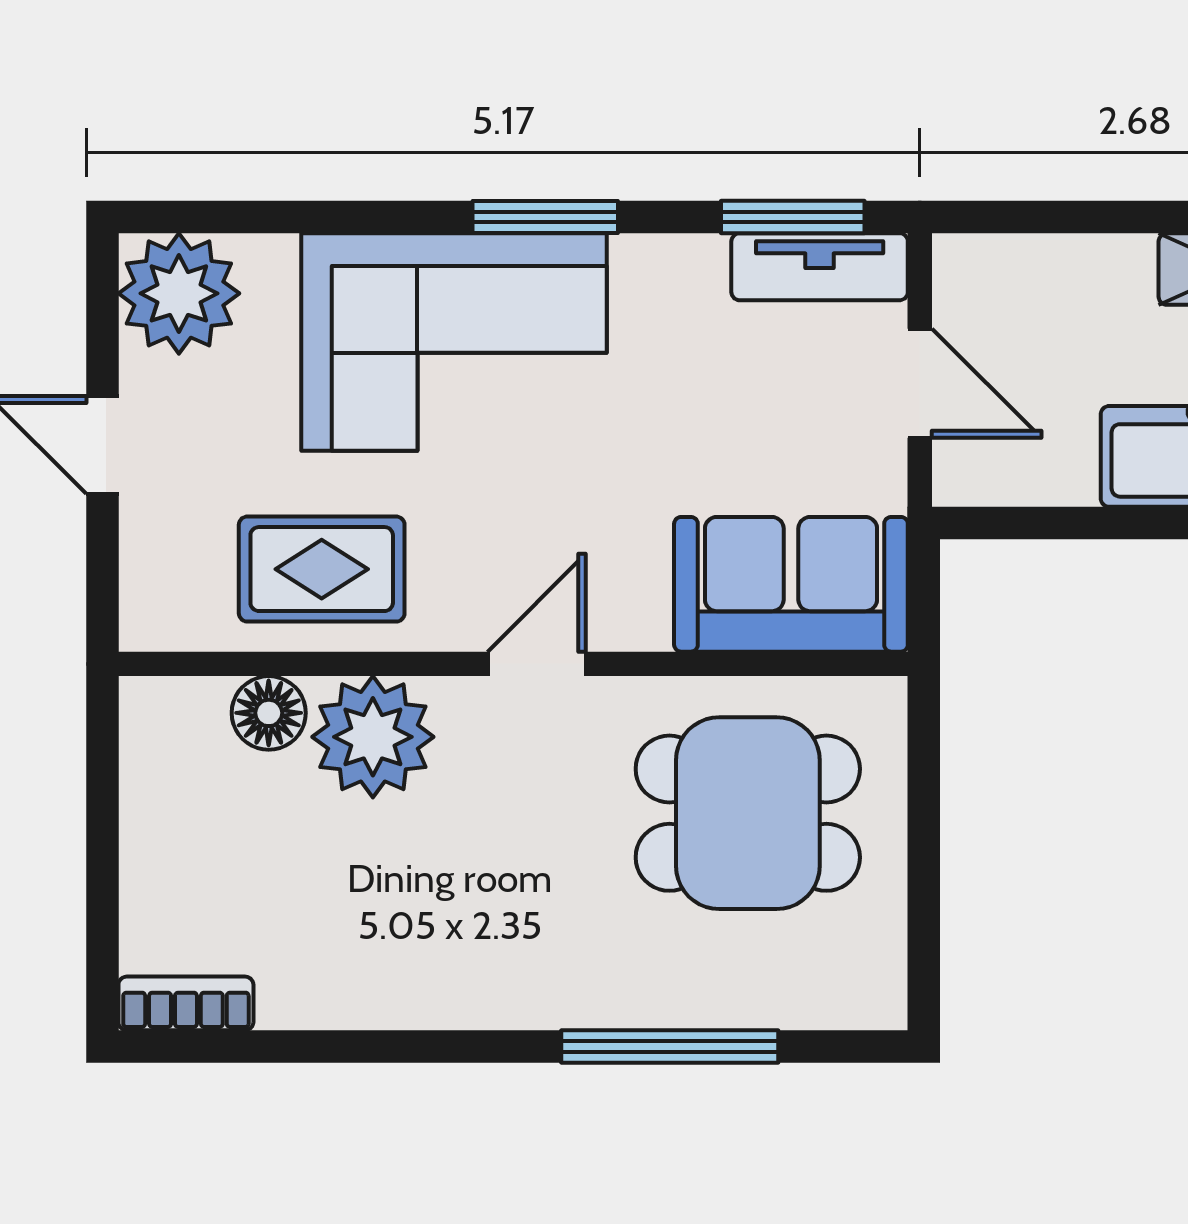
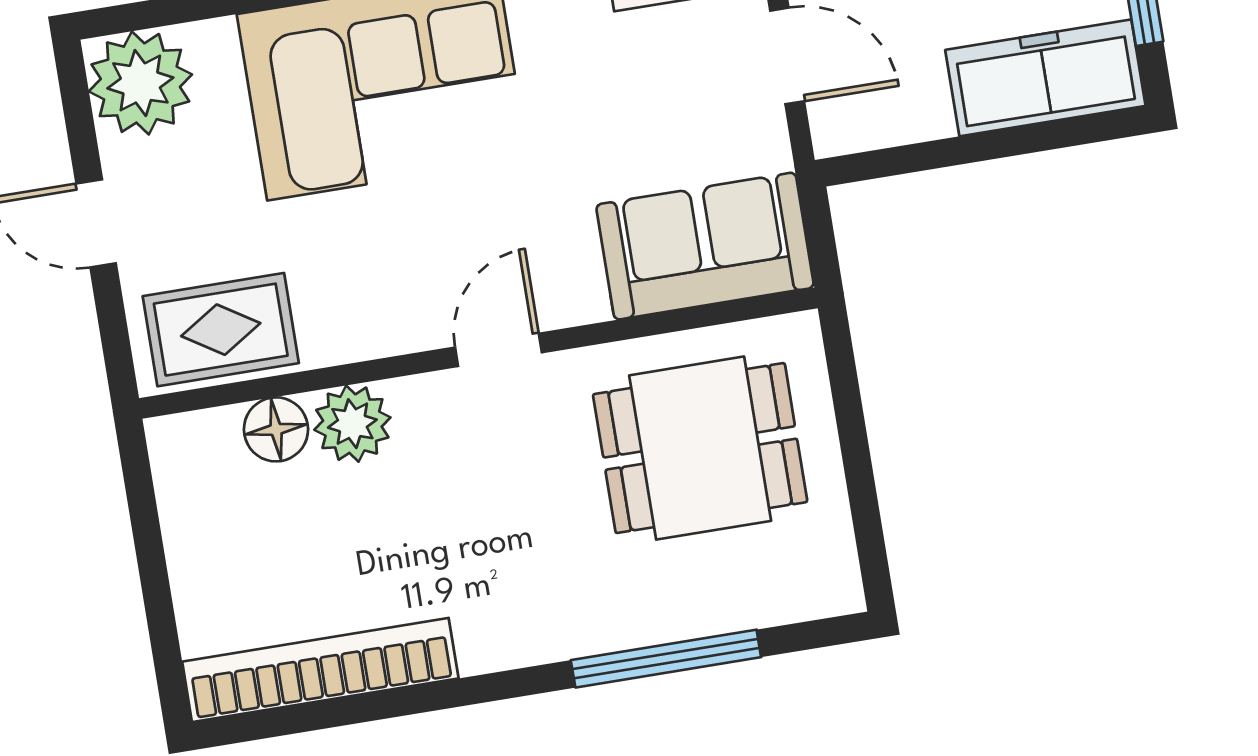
rug: (322, 569) -> (221, 330), moved
plant: (373, 737) -> (352, 424), width x0.73, depth x0.73
bookcase: (186, 1003) -> (320, 670), width x2.31, depth x1.31

